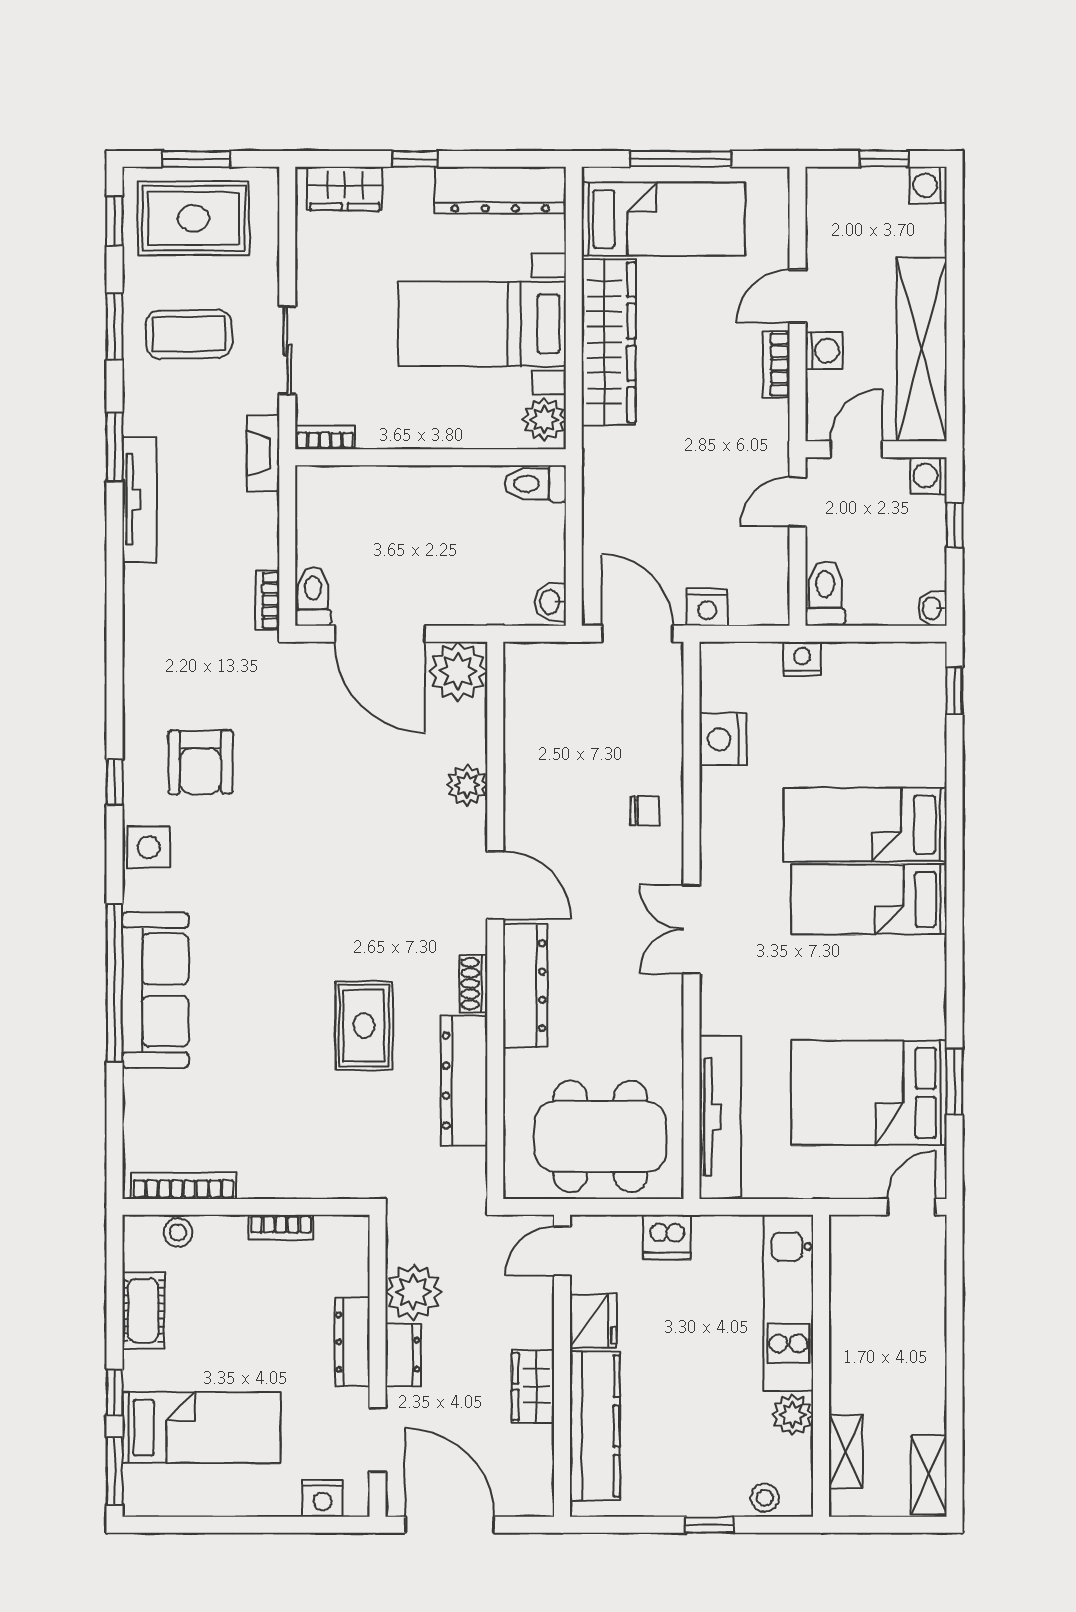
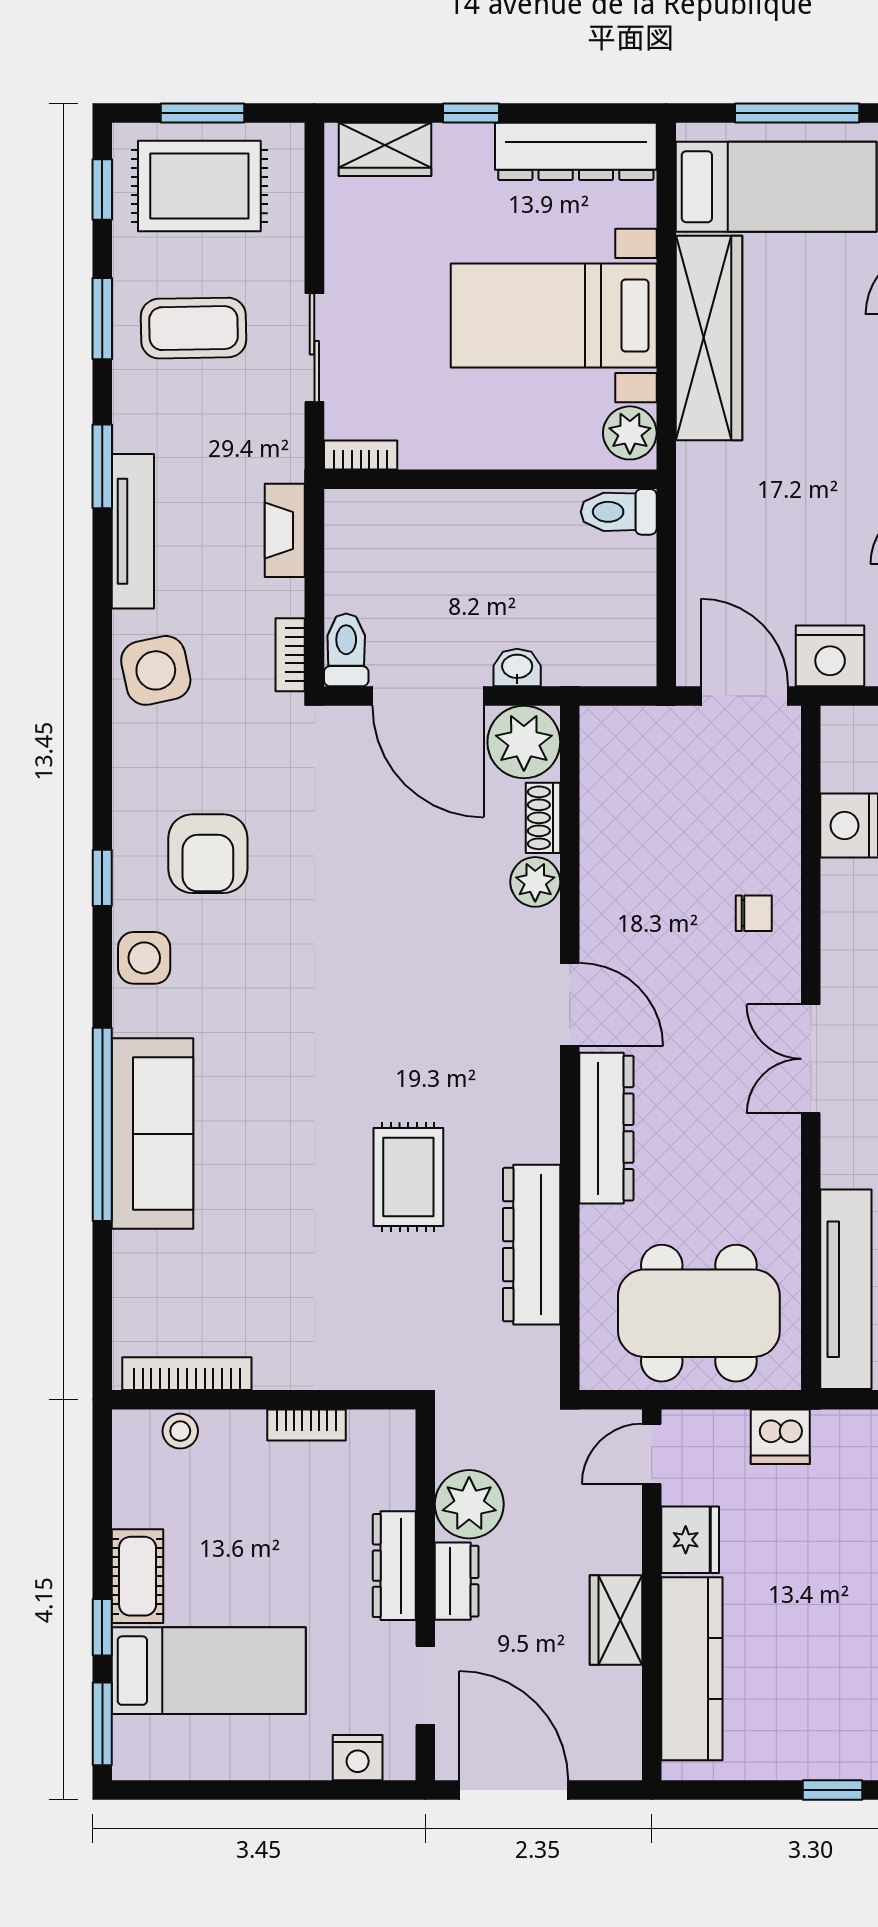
fireplace: (263, 453) -> (285, 530), moved
washbasin: (551, 602) -> (517, 667), moved, turned 90
nightstand: (707, 607) -> (830, 656), width x1.36, depth x1.33
side table: (158, 613) -> (156, 670), added
shoe rack: (473, 984) -> (543, 818), moved
cot: (143, 1311) -> (138, 1576), moved

